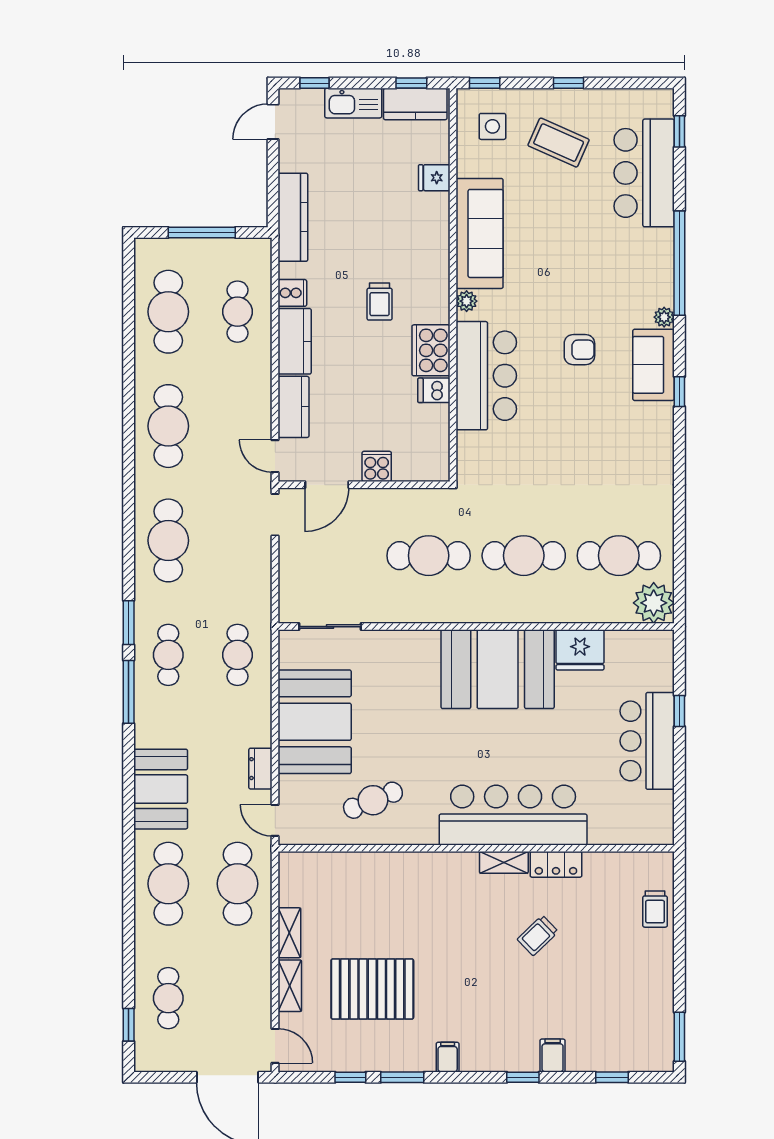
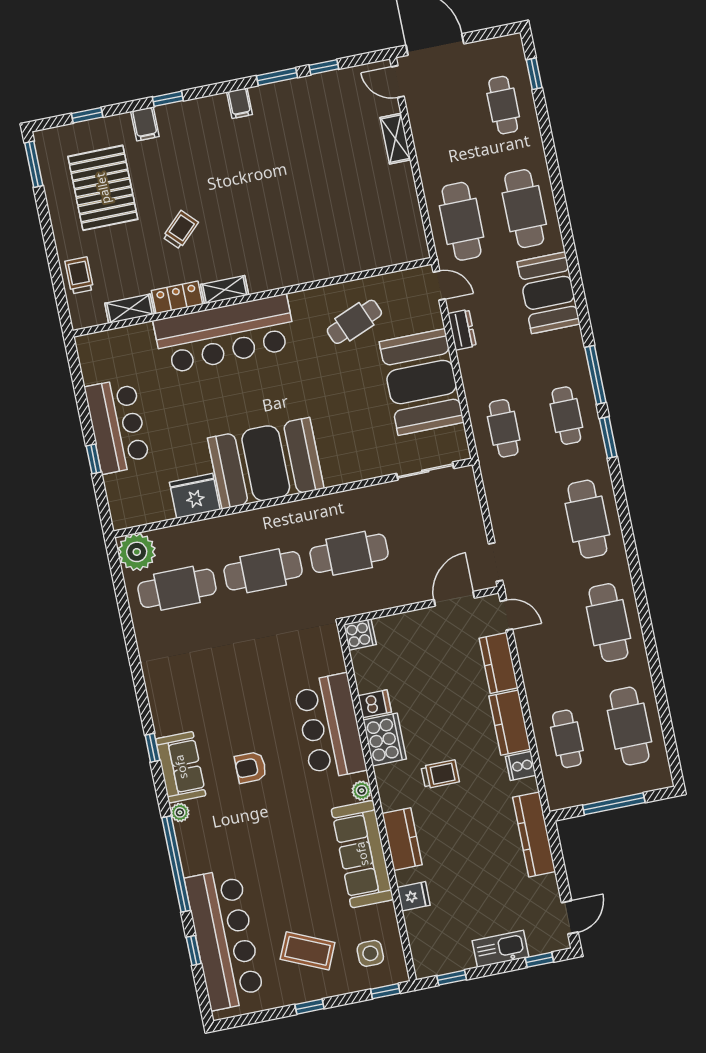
kitchen counter: (415, 104) -> (402, 839), moved, turned 90
window: (679, 131) -> (194, 950), moved
bar counter: (644, 173) -> (224, 939), width x1.36
trolley: (380, 302) -> (440, 774), turned 90
cooker: (377, 466) -> (360, 634), moved, turned -90
shelving: (289, 933) -> (130, 309), moved, turned 90
pallet: (372, 989) -> (103, 188), moved, turned 90

